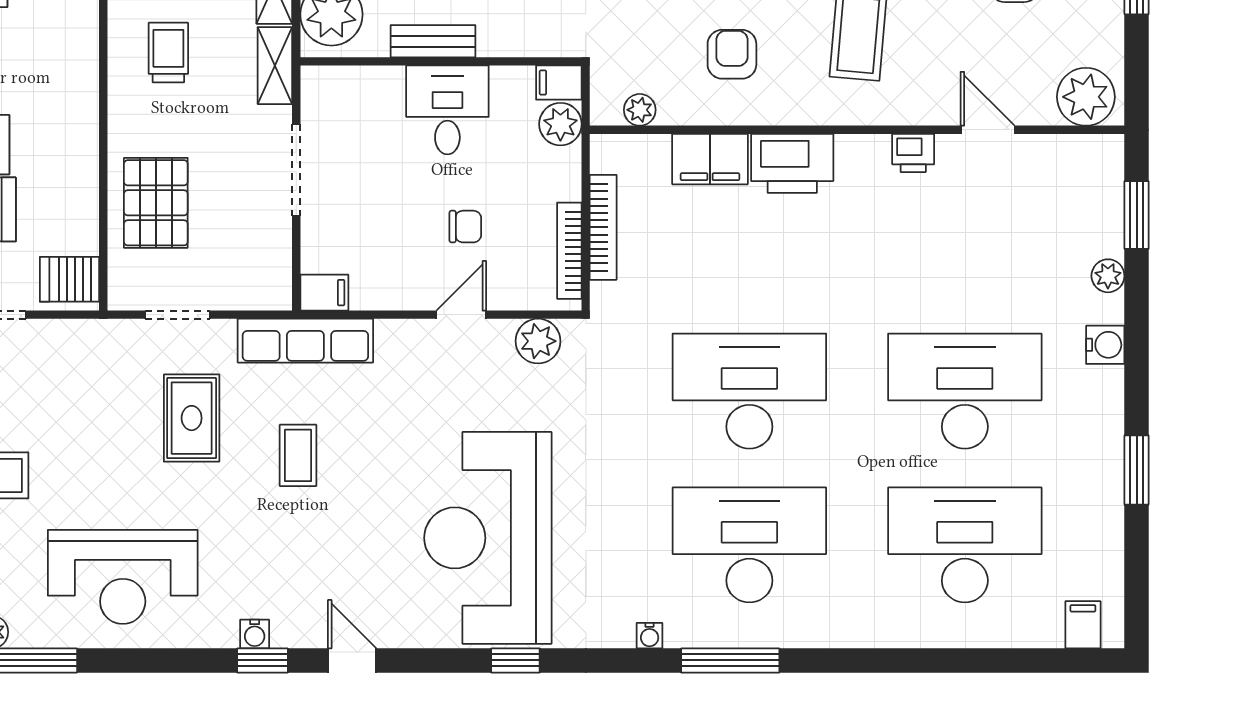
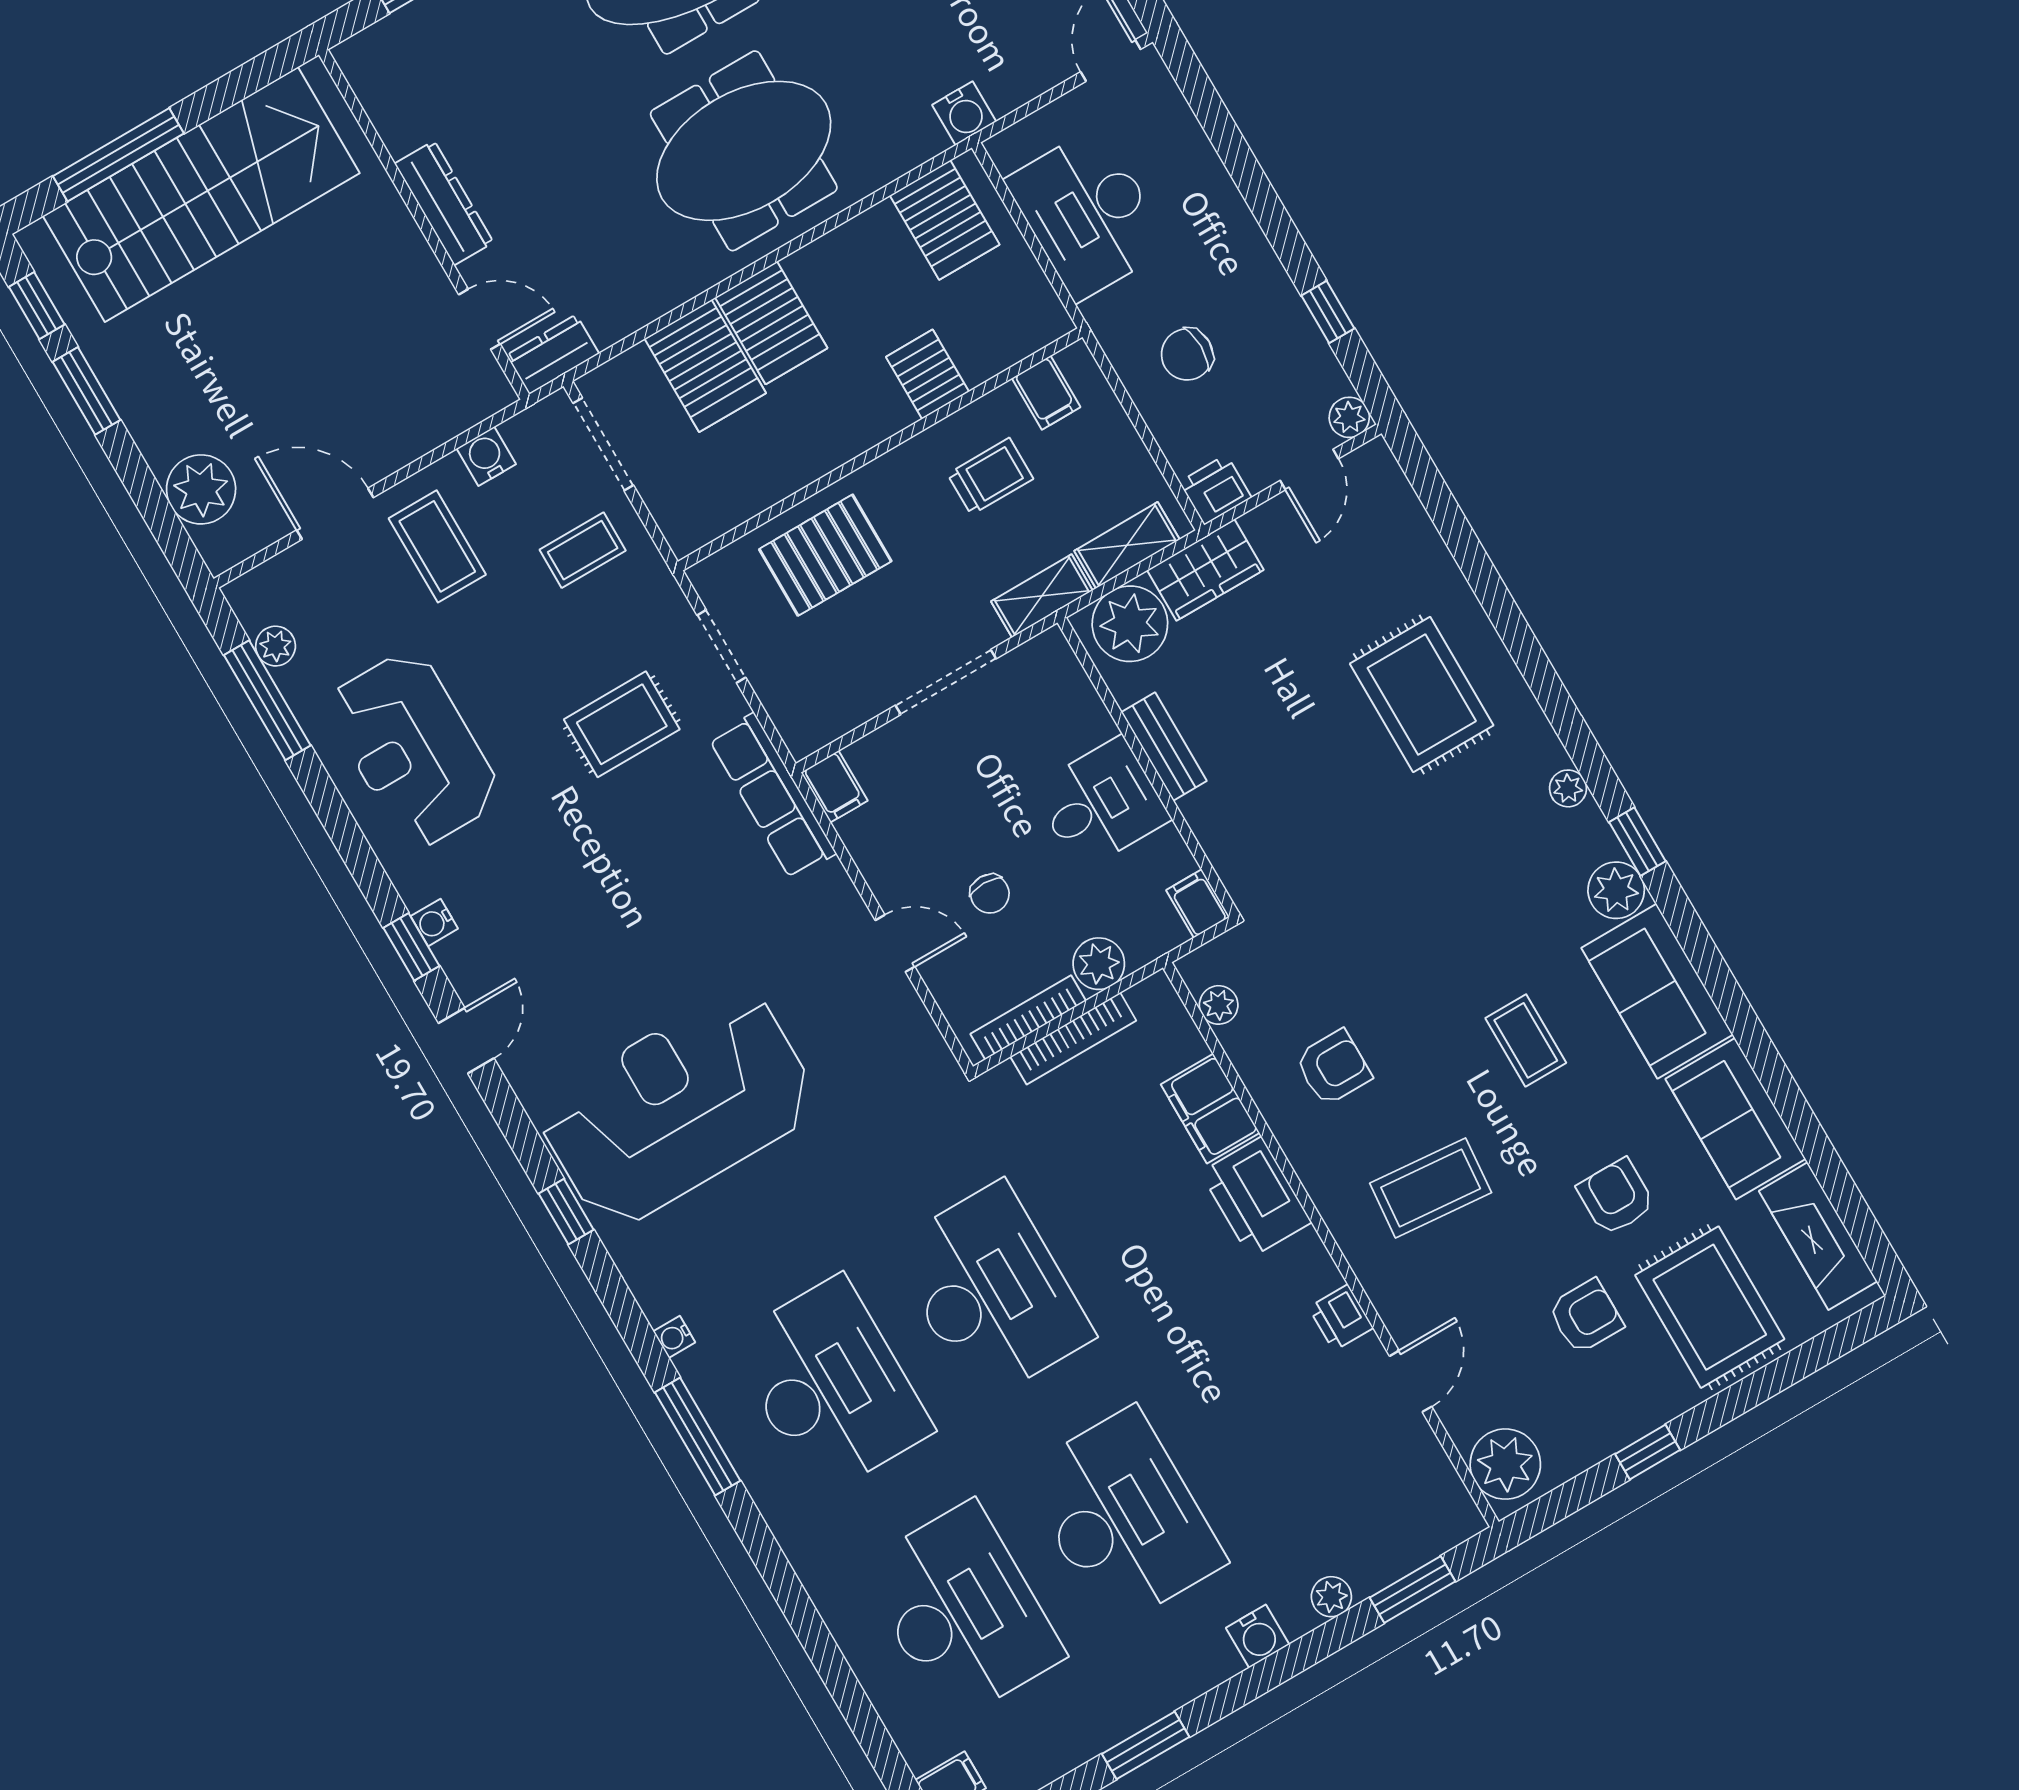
plant: (560, 124) -> (1099, 964), moved
server rack: (70, 279) -> (927, 374), moved
plant: (538, 341) -> (914, 1040), removed
coffee table: (298, 455) -> (583, 550), moved

